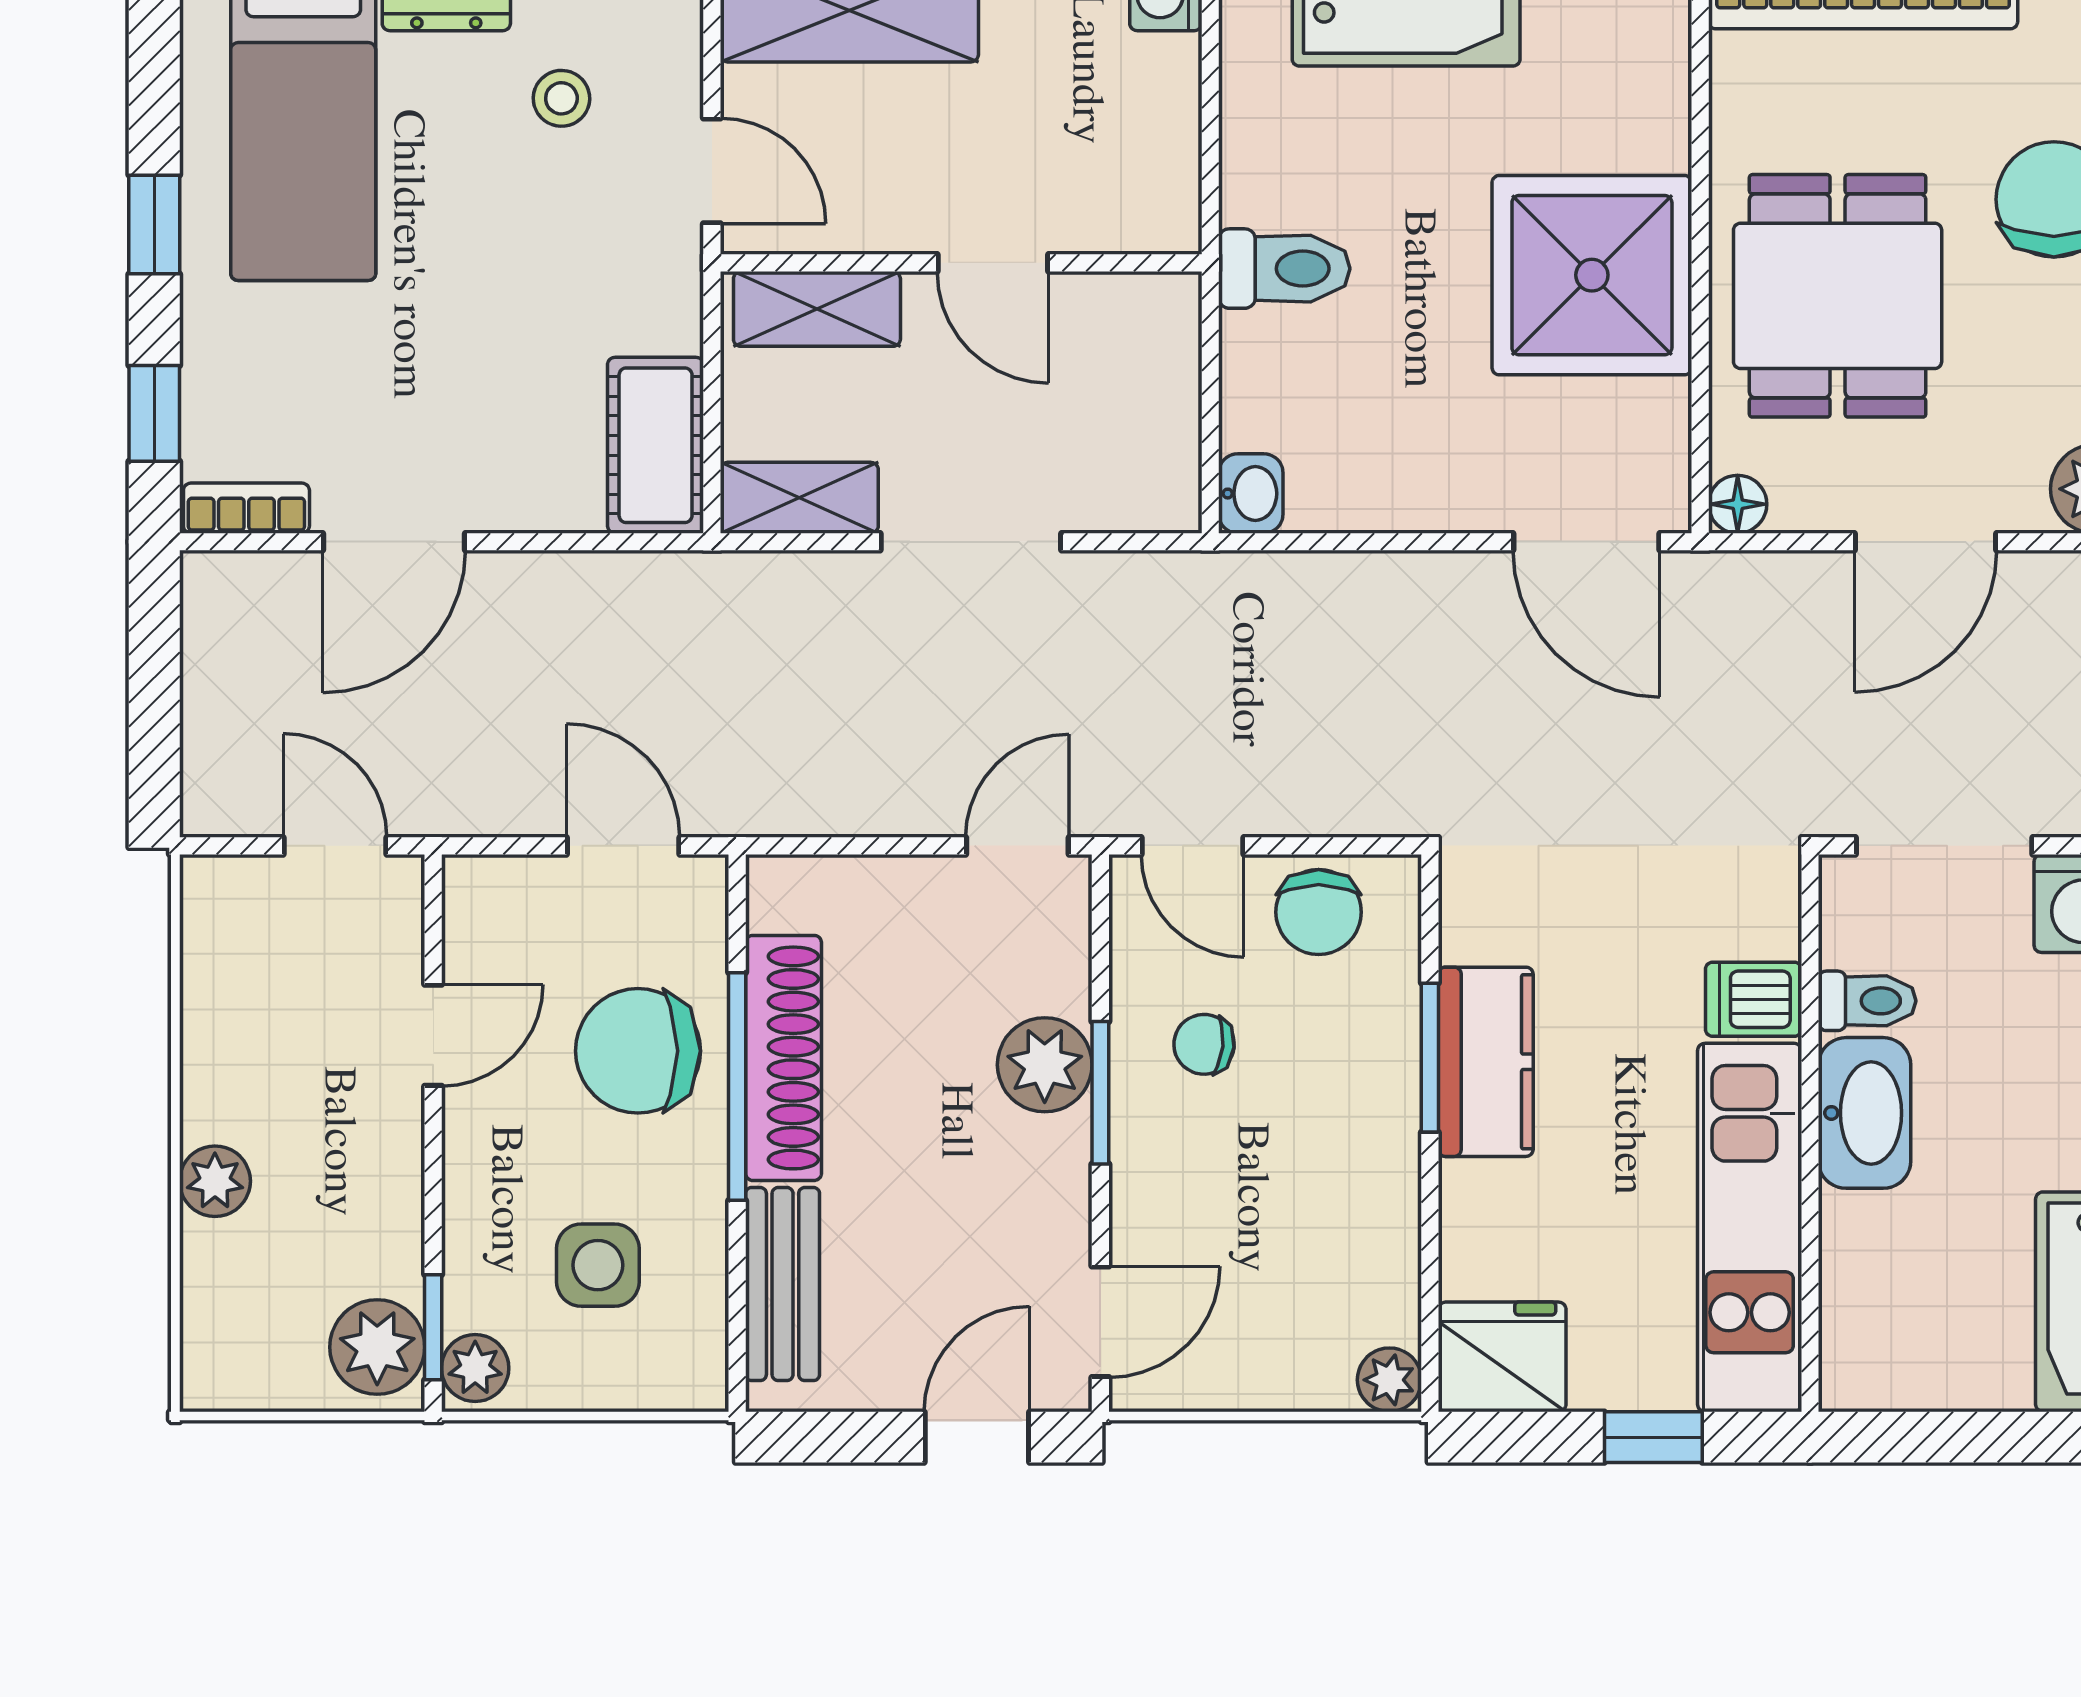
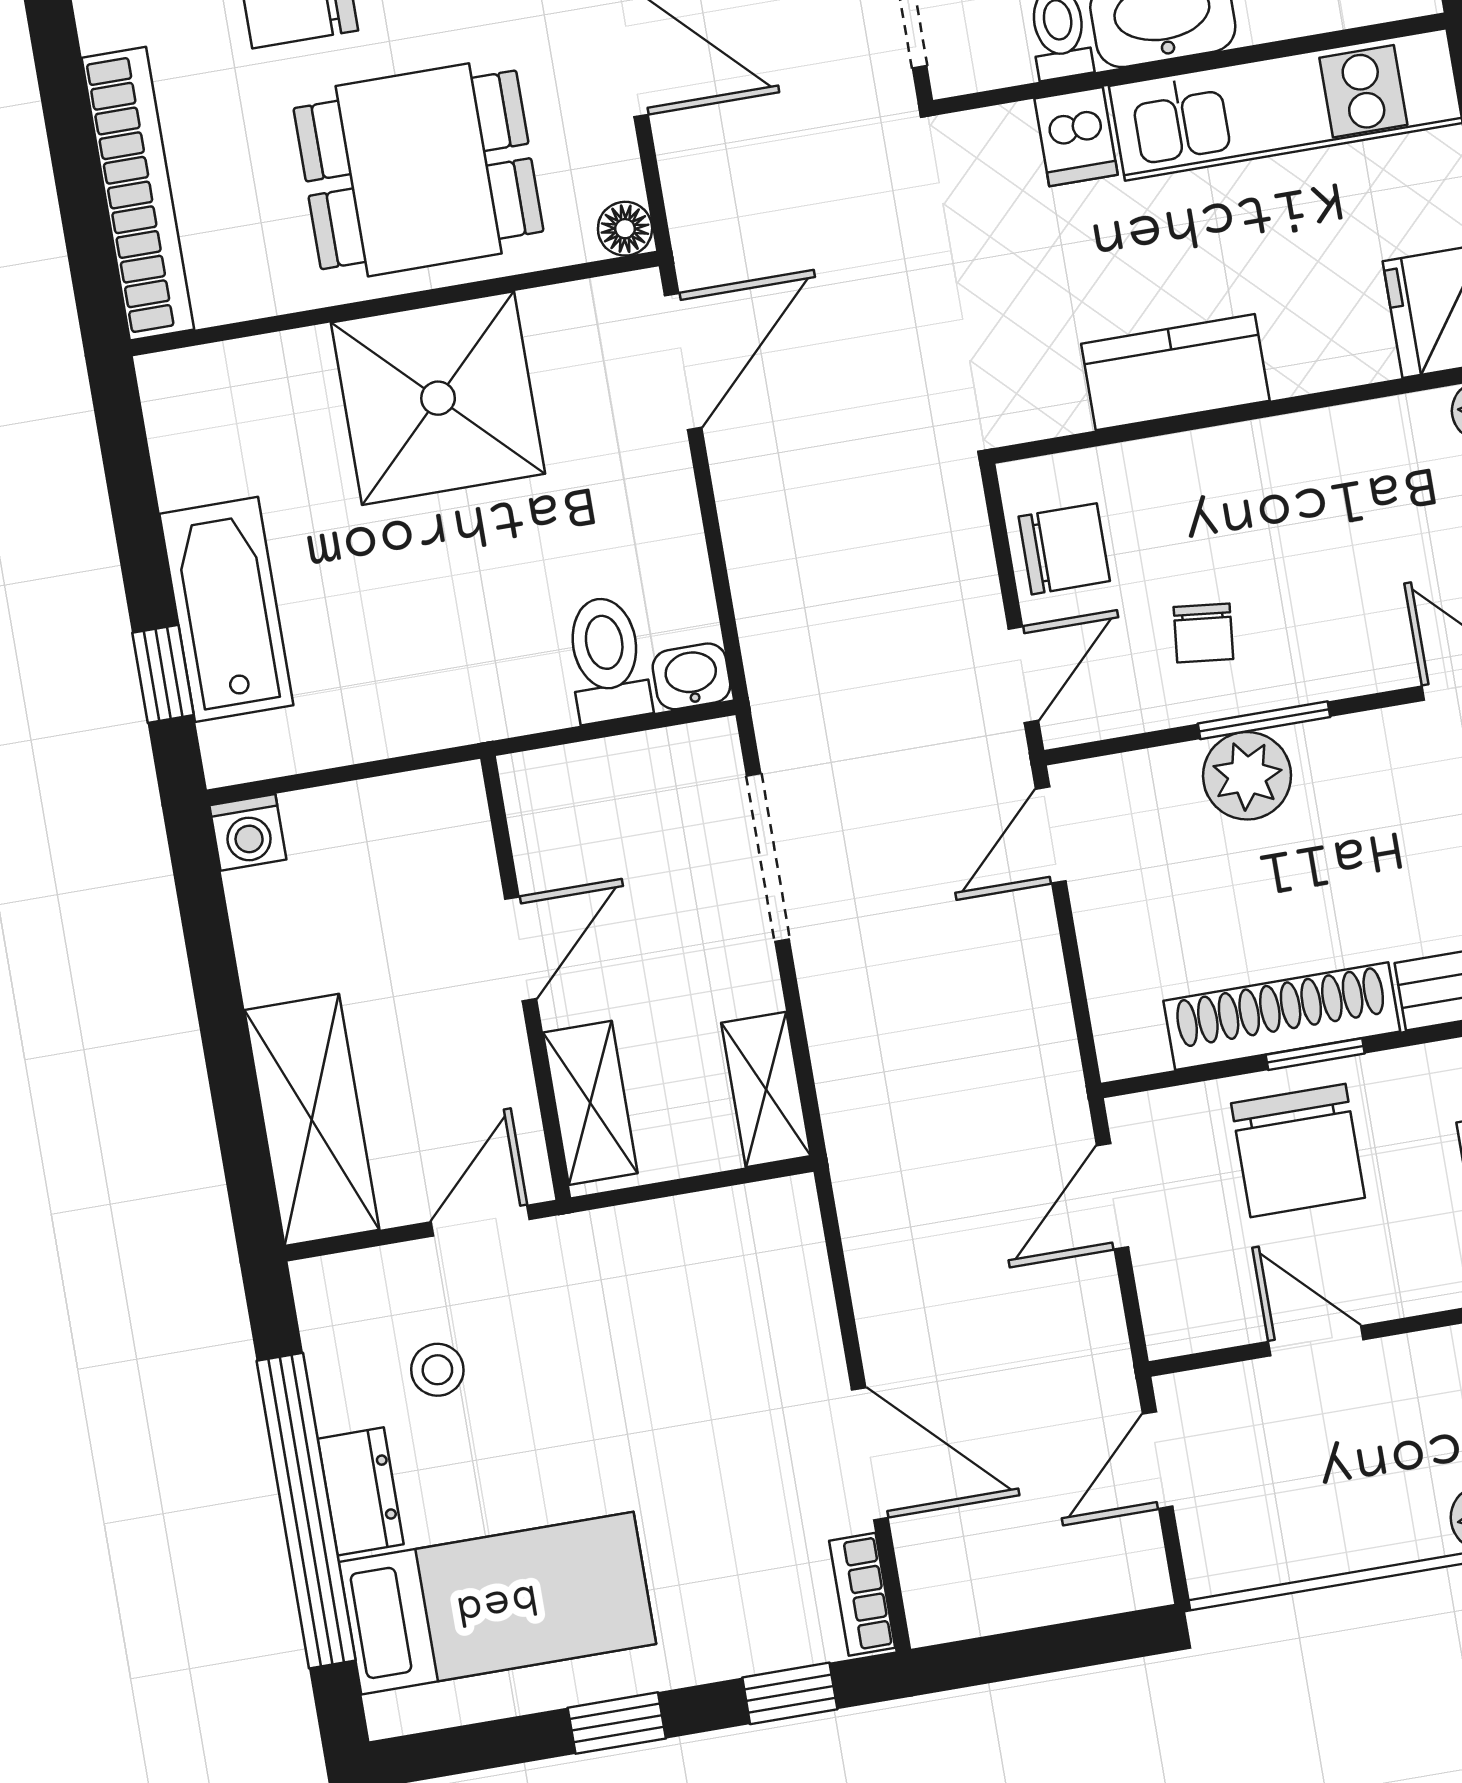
toilet: (1284, 269) -> (607, 659), moved
cot: (656, 445) -> (740, 1229), removed
doorway: (971, 542) -> (768, 858), moved
door: (1017, 846) -> (1051, 835), hinge flipped
window: (1430, 1058) -> (1180, 424), removed
window: (737, 1087) -> (1315, 1054), width x0.46

